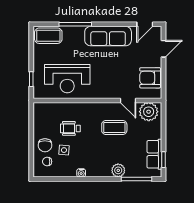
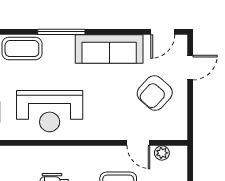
armchair: (150, 78) -> (155, 93), moved, turned -48
plant: (149, 112) -> (162, 153), width x0.53, depth x0.53

